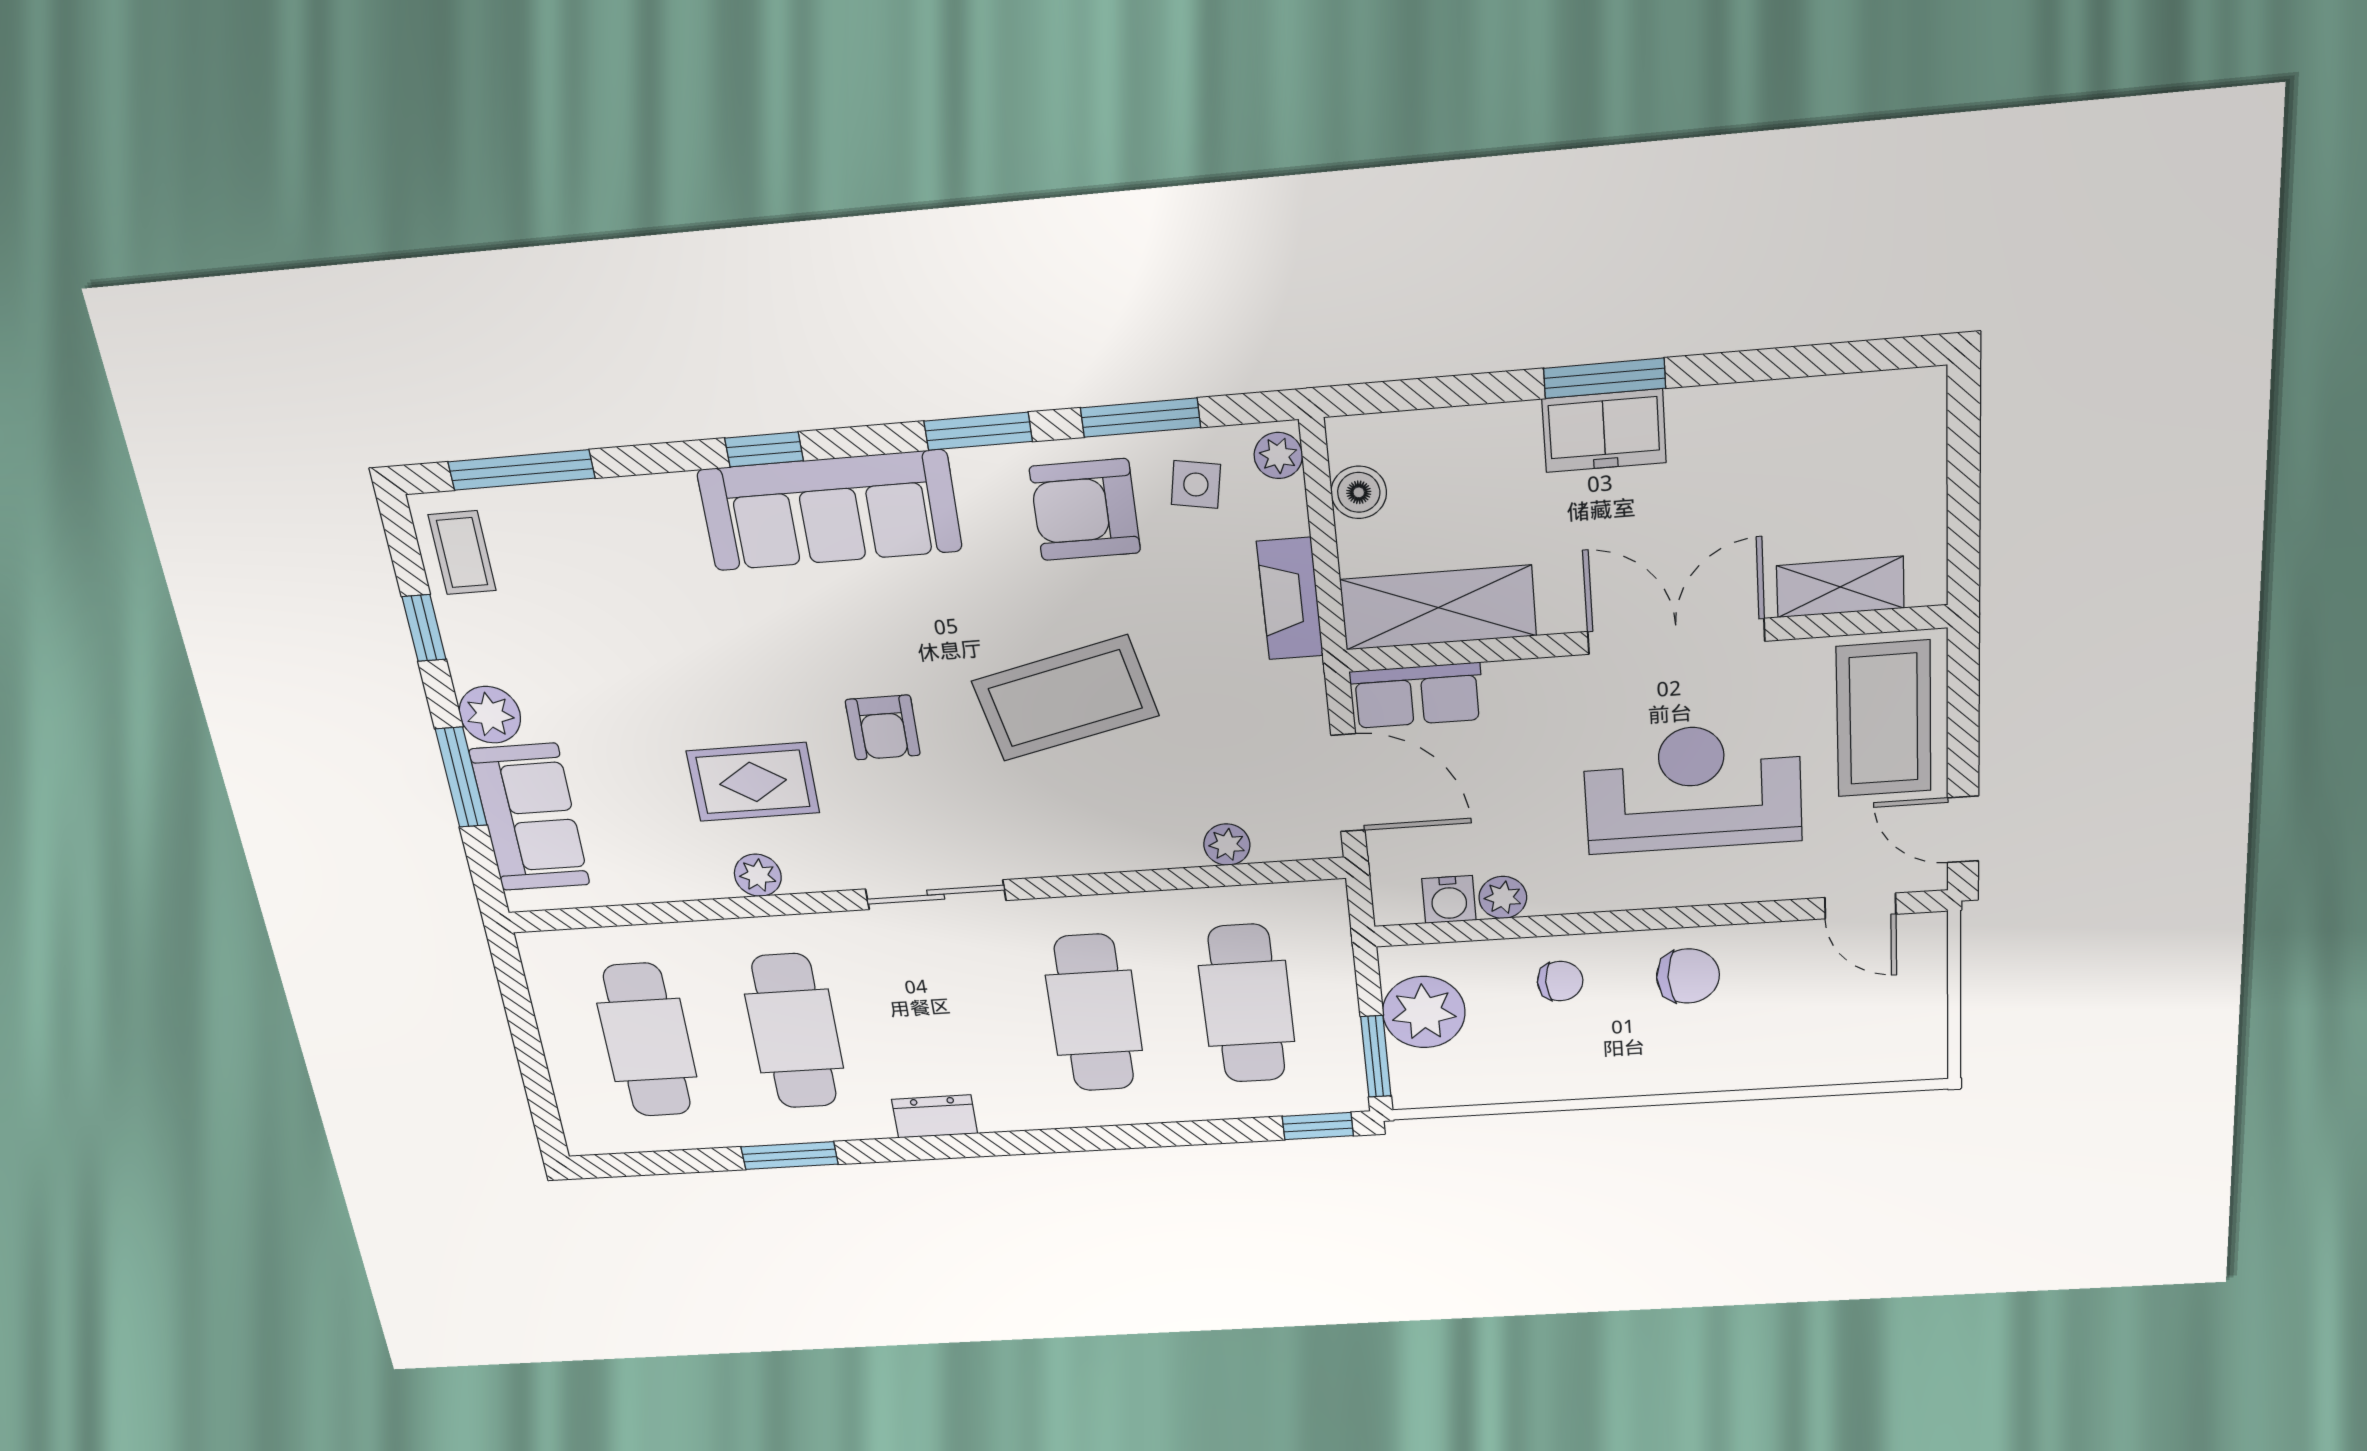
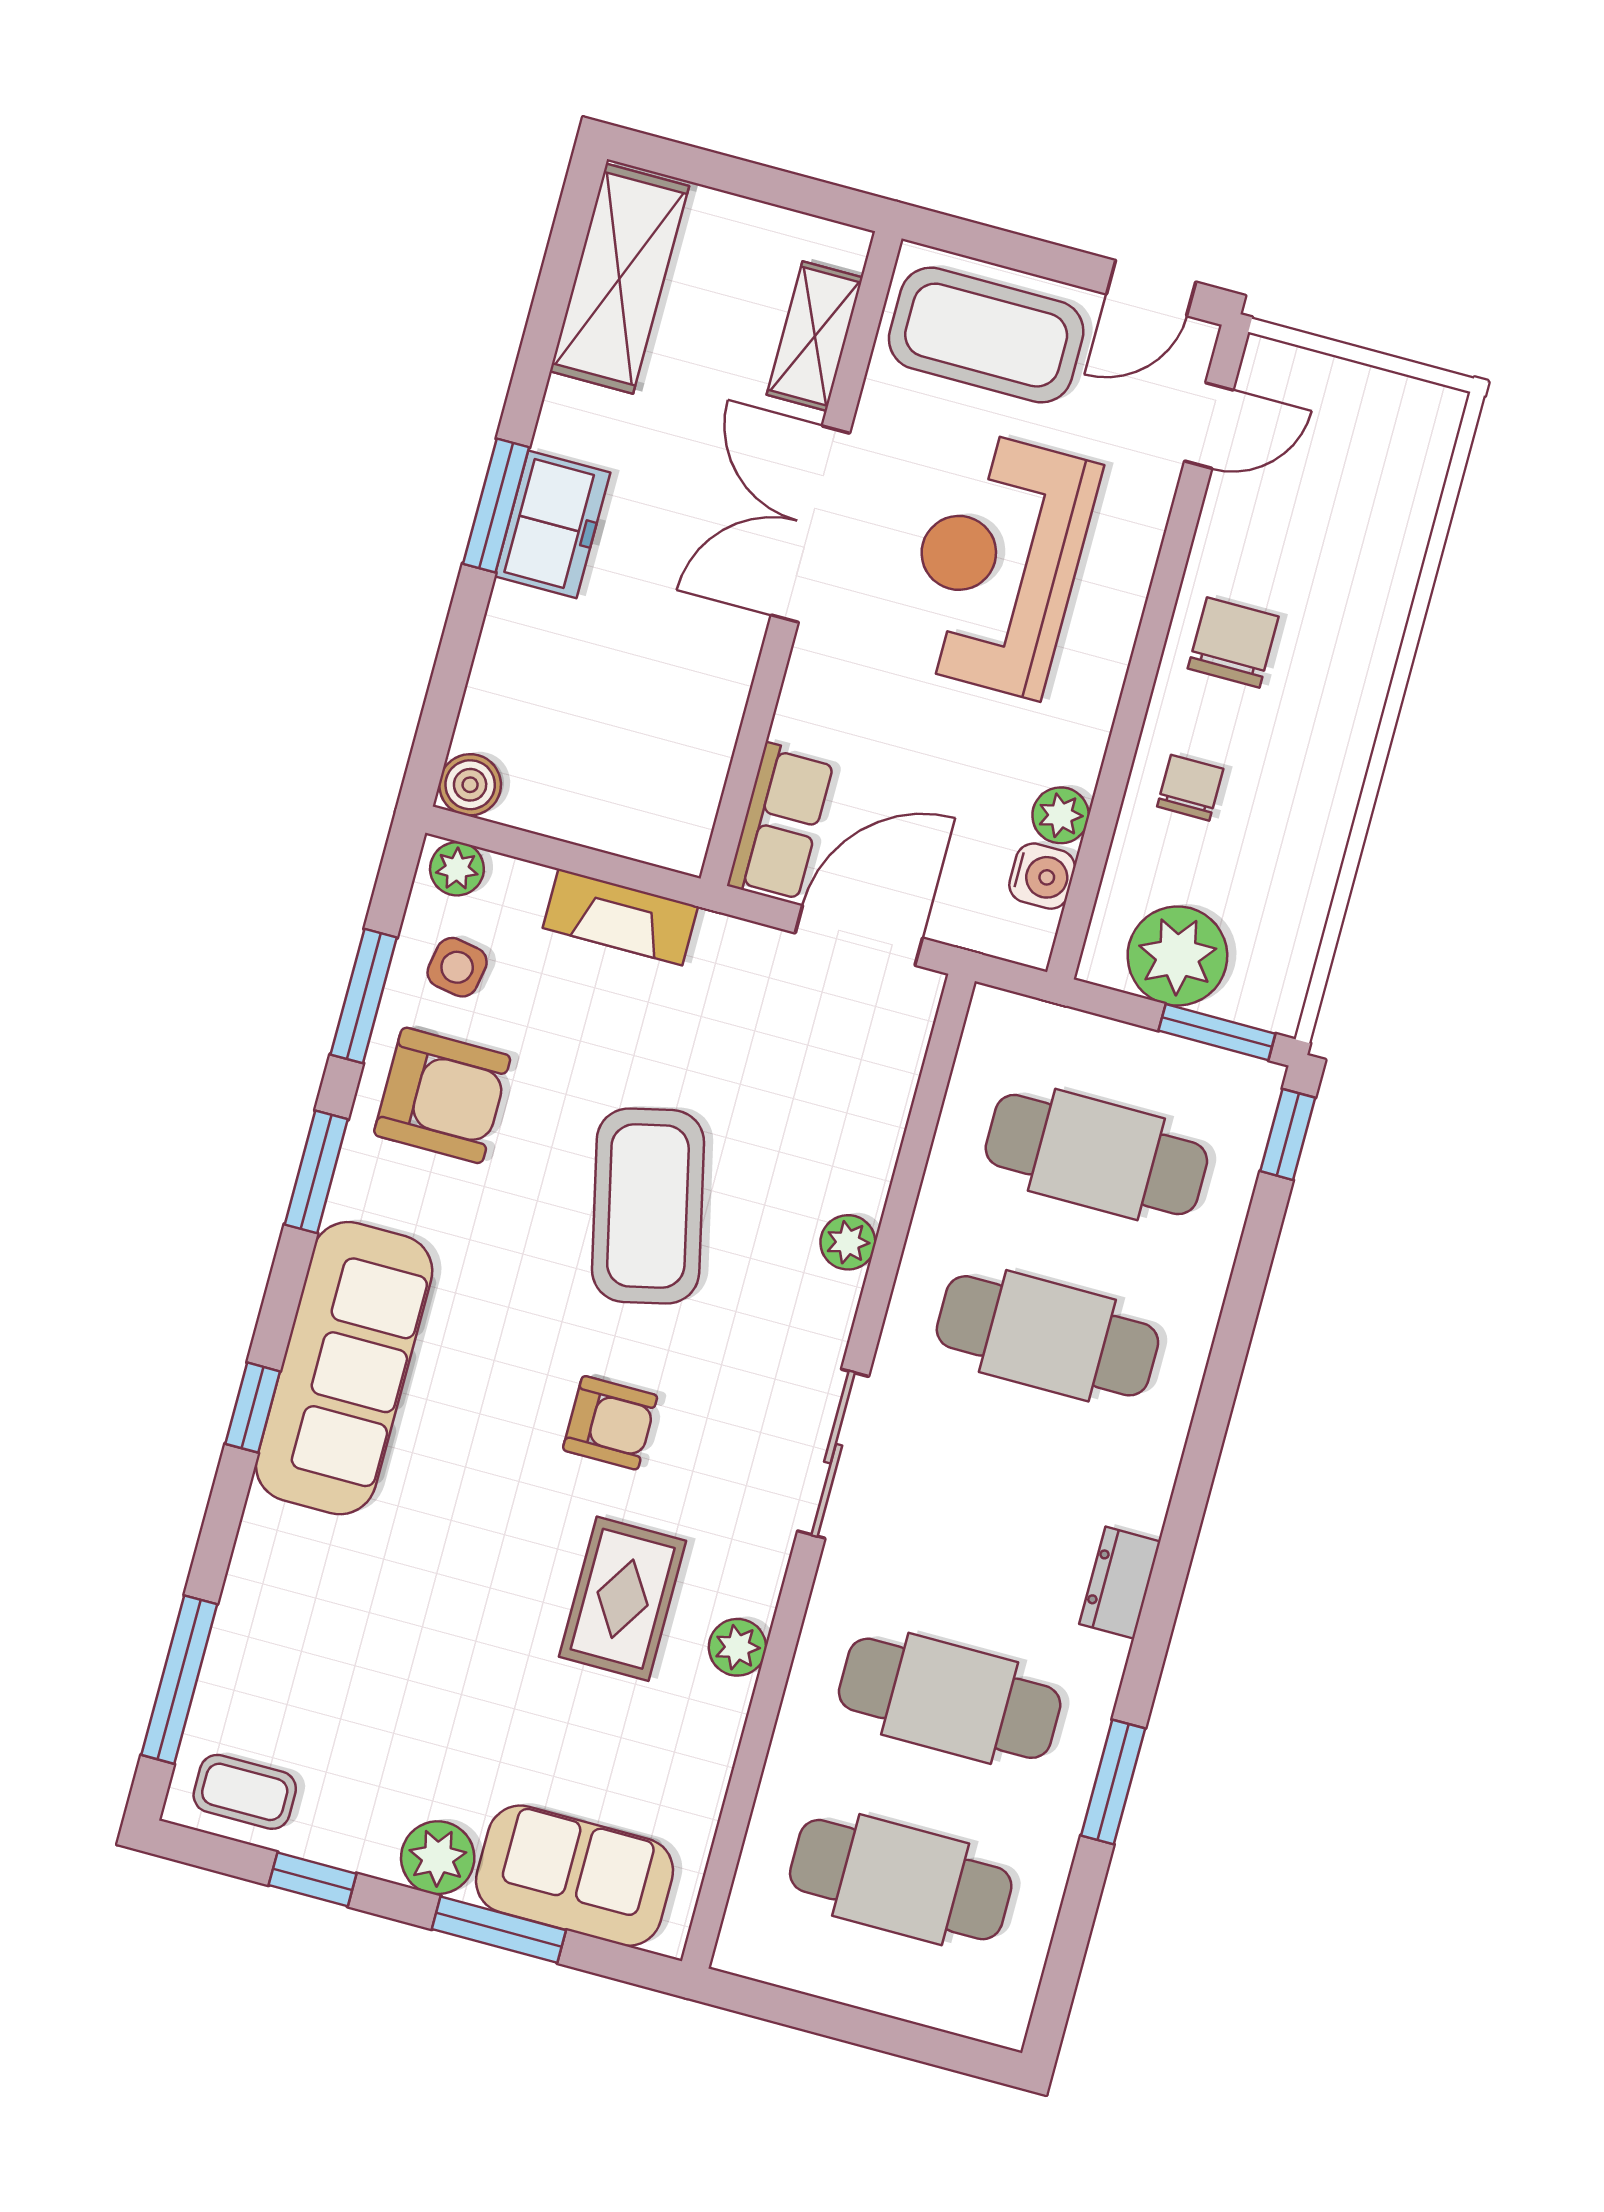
boiler: (1359, 492) -> (470, 785), moved
armchair: (1085, 510) -> (442, 1095), turned -90
shelving: (1438, 608) -> (619, 279), moved
plant: (1227, 845) -> (848, 1242), moved

